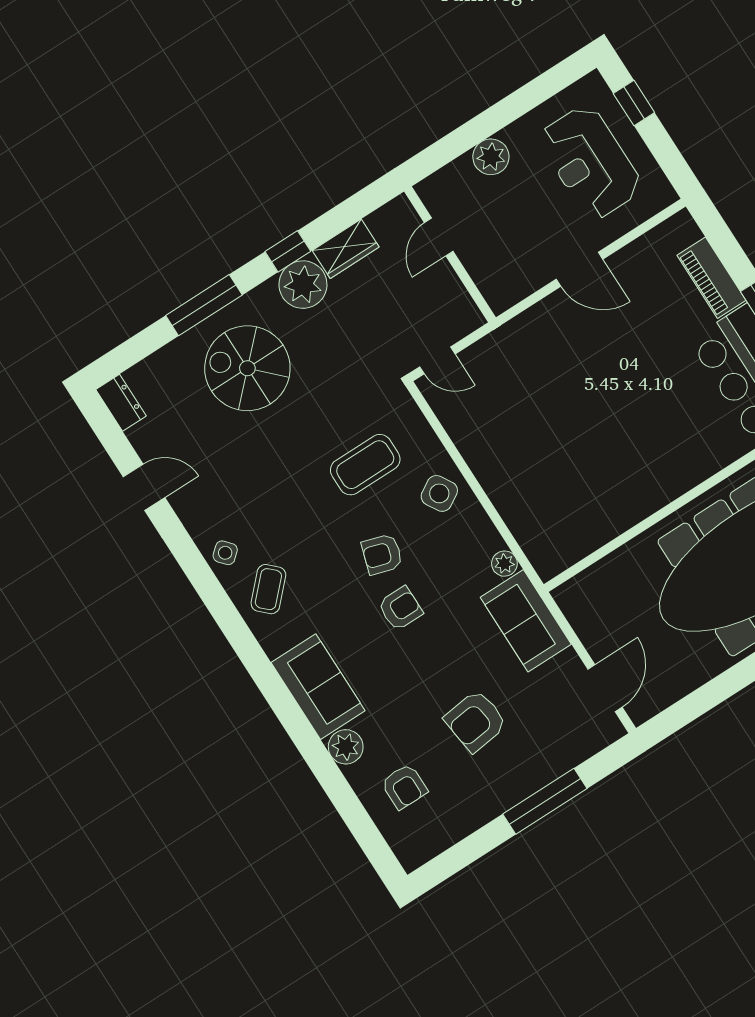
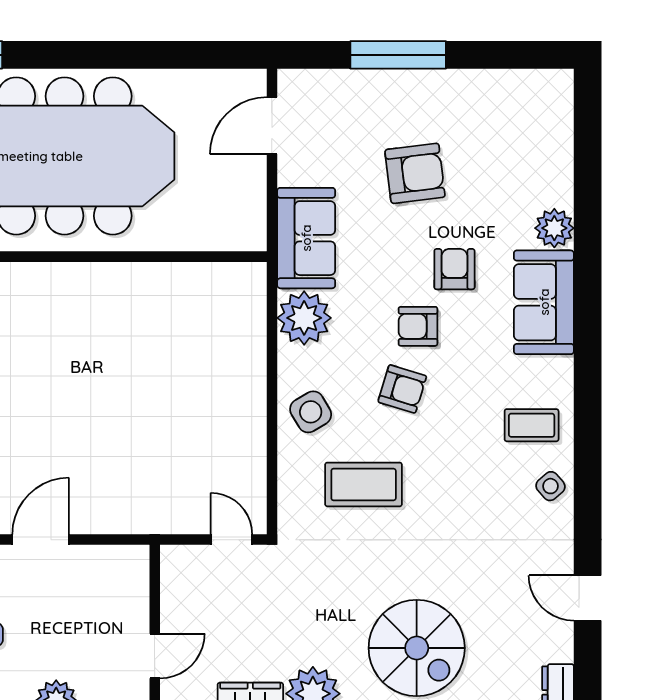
door: (579, 269) -> (41, 540), hinge flipped
plant: (504, 564) -> (304, 318), width x1.87, depth x1.87
coffee table: (268, 589) -> (532, 425), turned 46
armchair: (404, 787) -> (454, 269), moved

